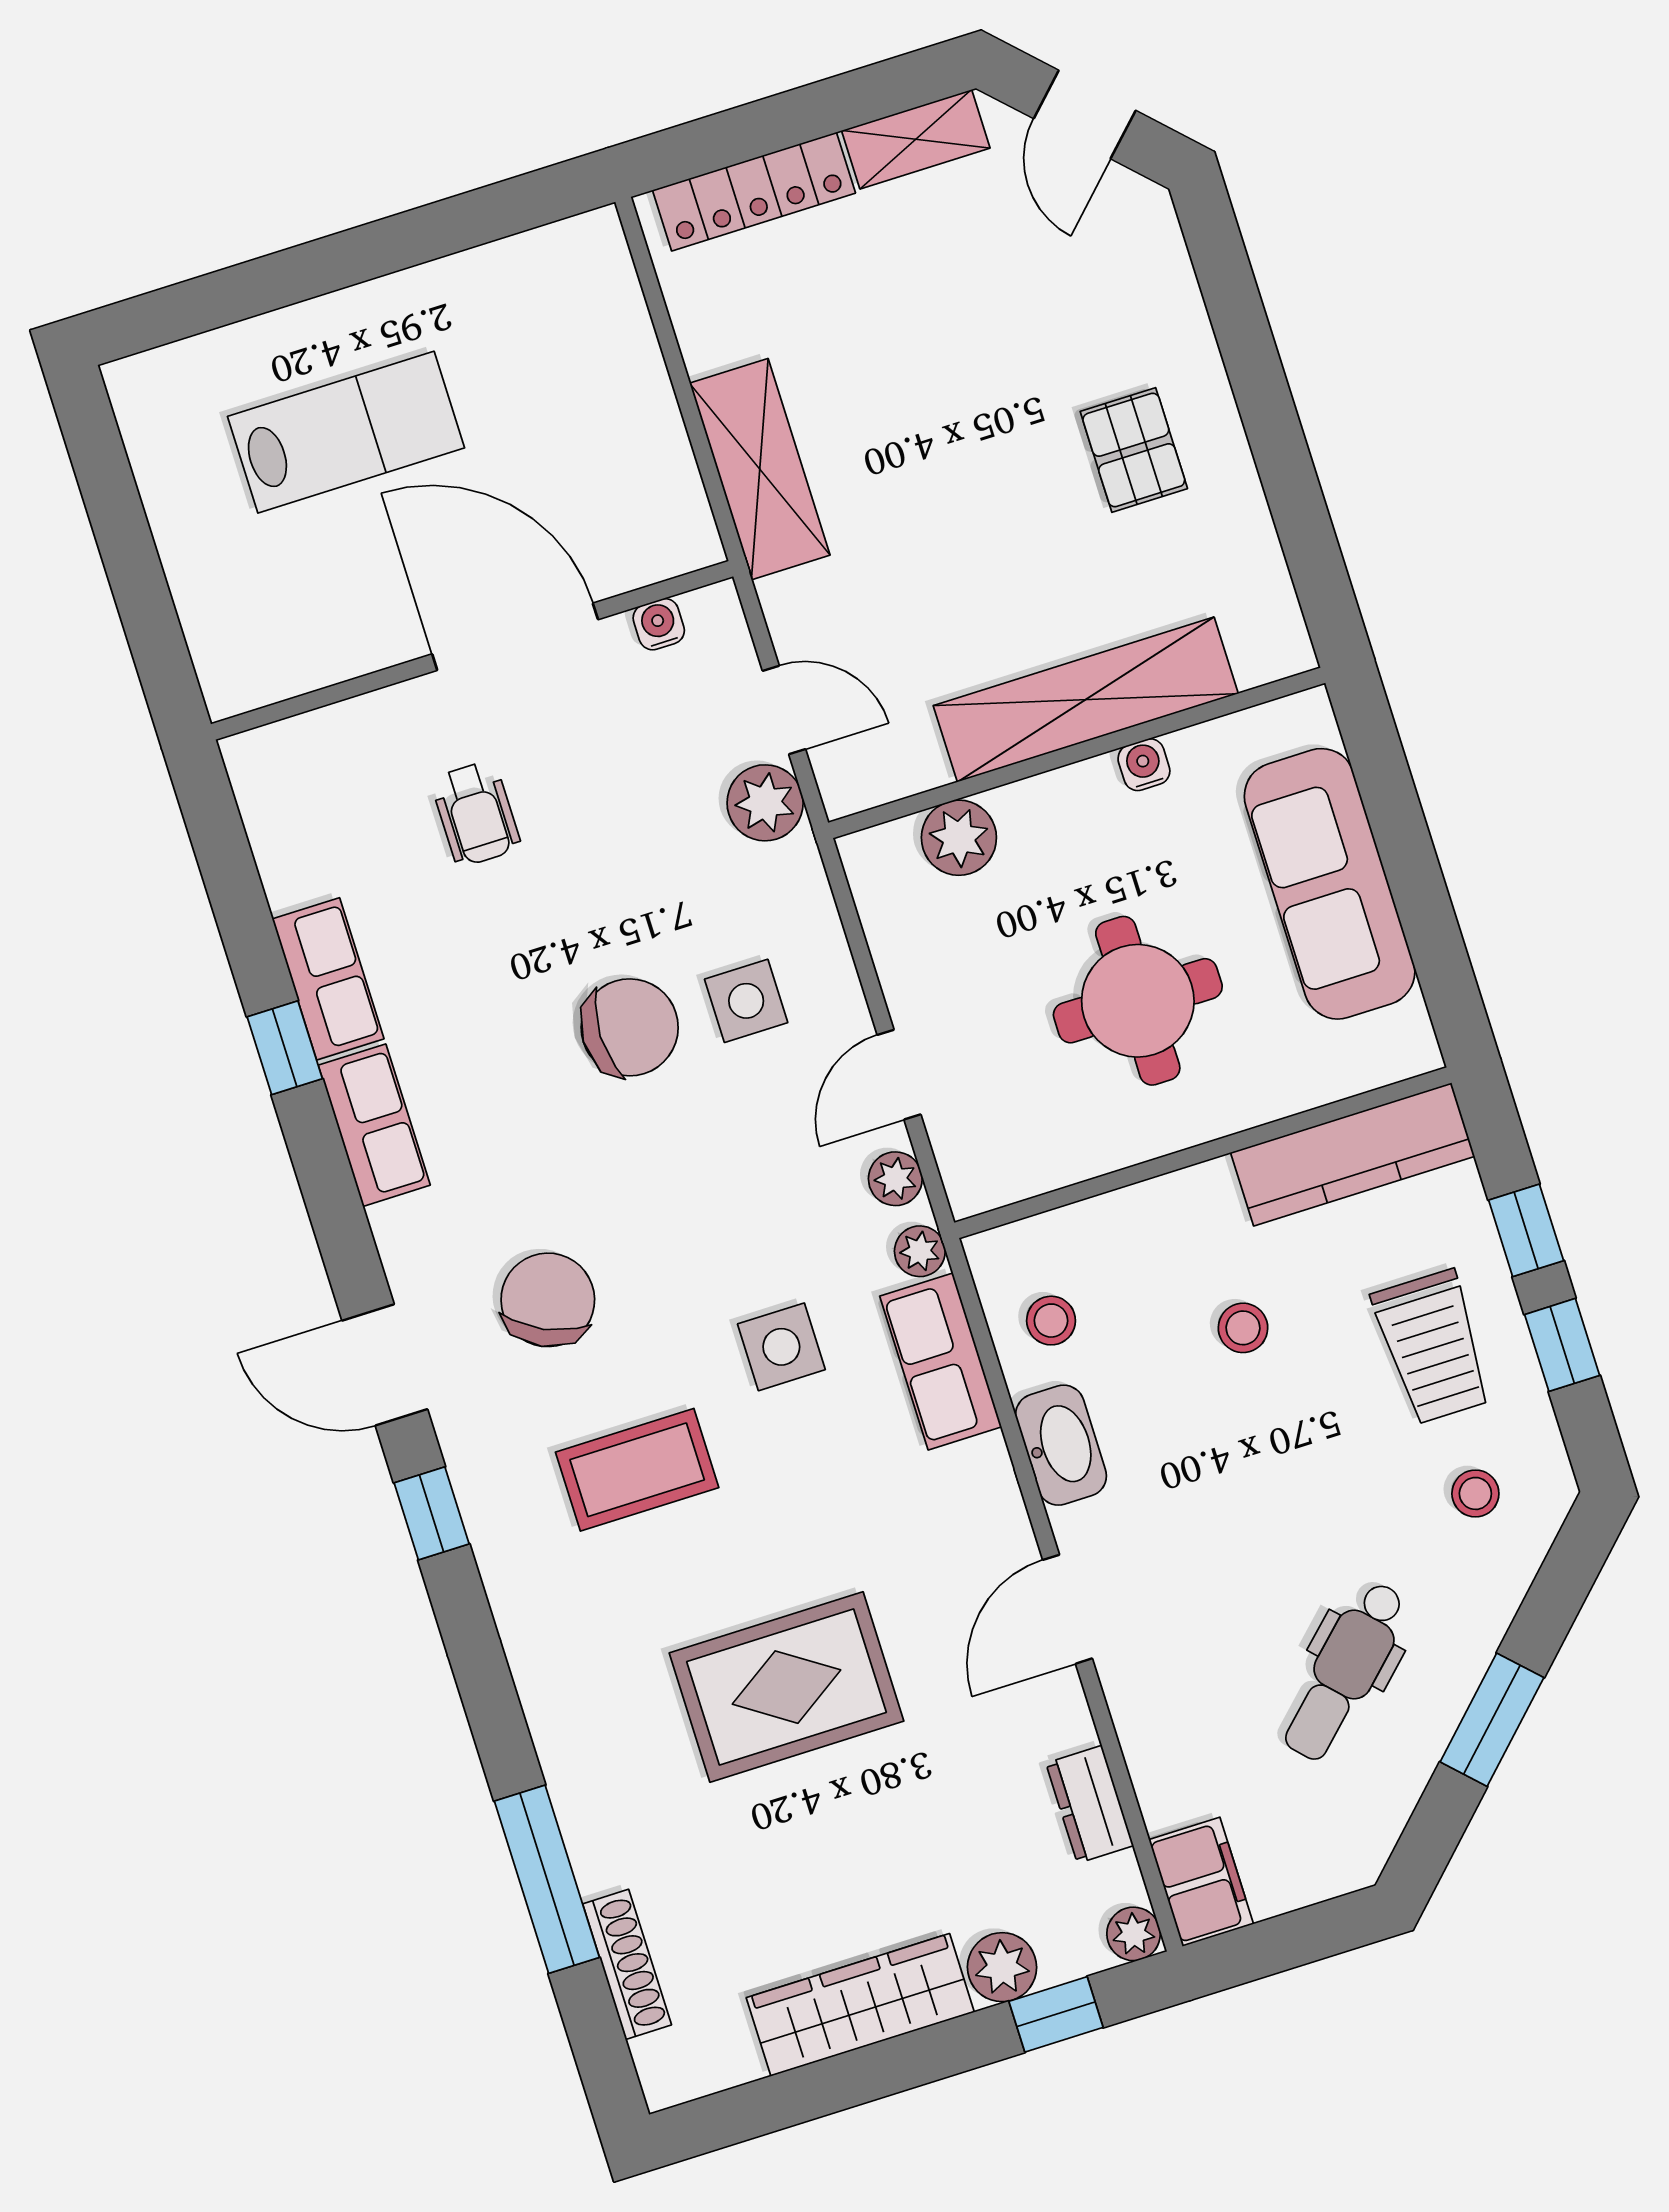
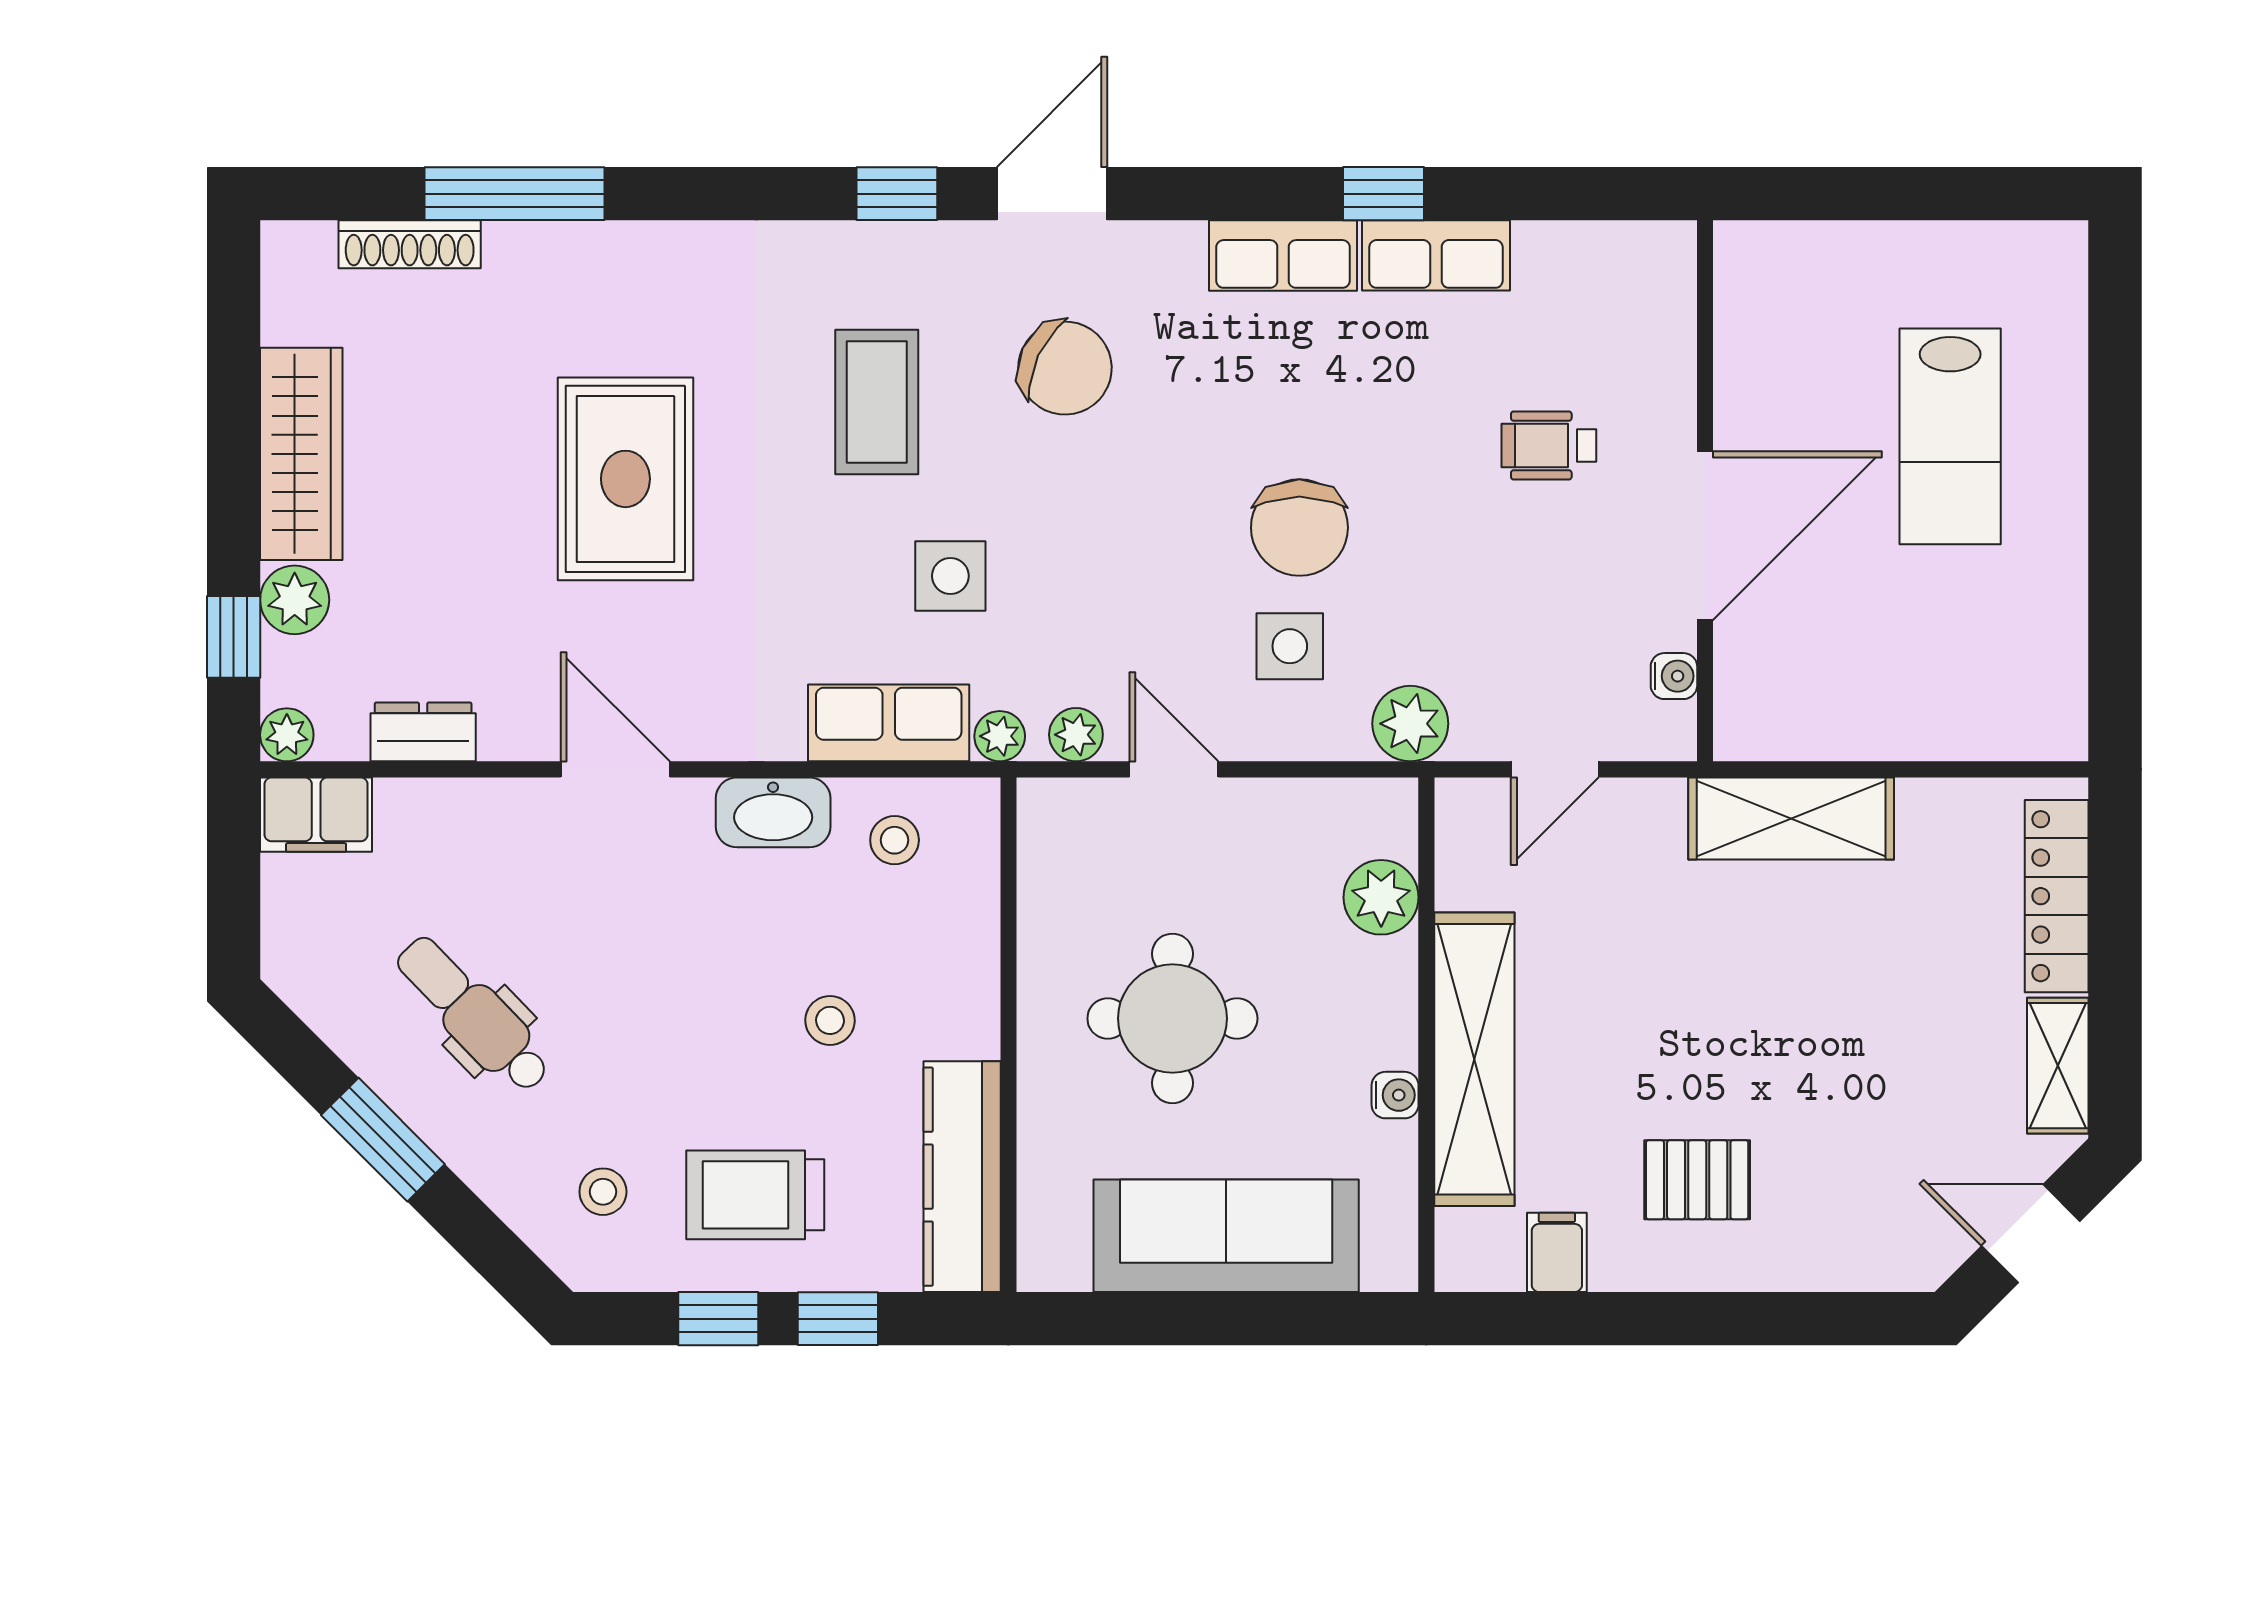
filing cabinet: (1246, 562) -> (1557, 1252), added
plant: (765, 803) -> (1410, 724), moved

